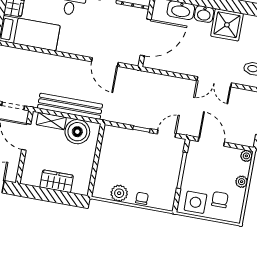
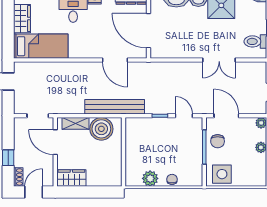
door: (146, 37) -> (148, 31), swing flipped
bench: (70, 106) -> (115, 107), moved
door: (167, 134) -> (184, 116), hinge flipped
wardrobe: (57, 181) -> (71, 178), moved
chair: (220, 200) -> (218, 141), moved, turned 180

